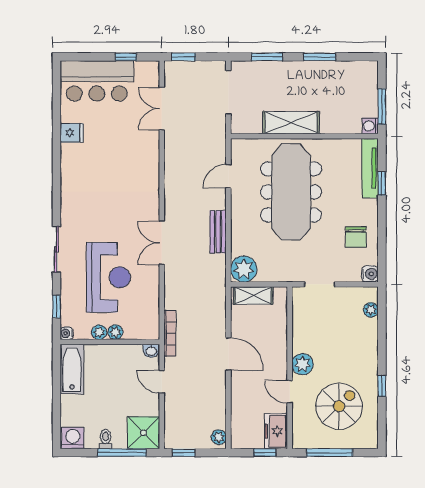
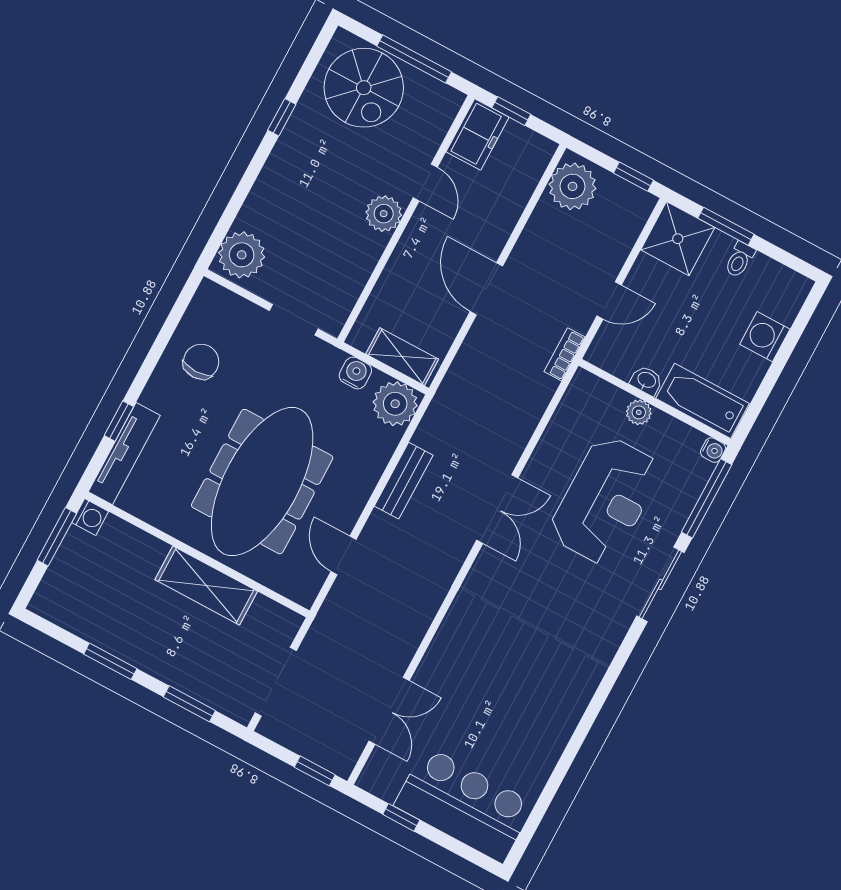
fridge: (72, 133) -> (544, 747), removed
door: (228, 176) -> (343, 555), swing flipped
water cooler: (370, 274) -> (355, 373), moved, turned 90
reception desk: (108, 277) -> (605, 500), turned 180
window: (57, 307) -> (707, 498), width x2.17
plant: (371, 310) -> (242, 255), width x1.88, depth x1.88
plant: (99, 332) -> (663, 425), removed
bookcase: (170, 333) -> (565, 354), width x0.64
washbasin: (151, 351) -> (646, 380), moved
bathtub: (72, 369) -> (703, 401), moved, turned 90
door: (162, 382) -> (609, 300), hinge flipped
spiral stairs: (339, 406) -> (364, 88), moved, turned -90
plant: (219, 437) -> (573, 186), width x1.87, depth x1.87
washing machine: (73, 438) -> (765, 337), moved, turned 90
window: (122, 453) -> (726, 226), width x0.69

